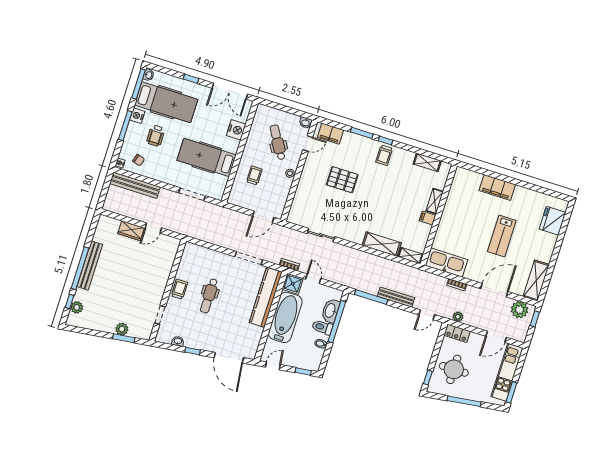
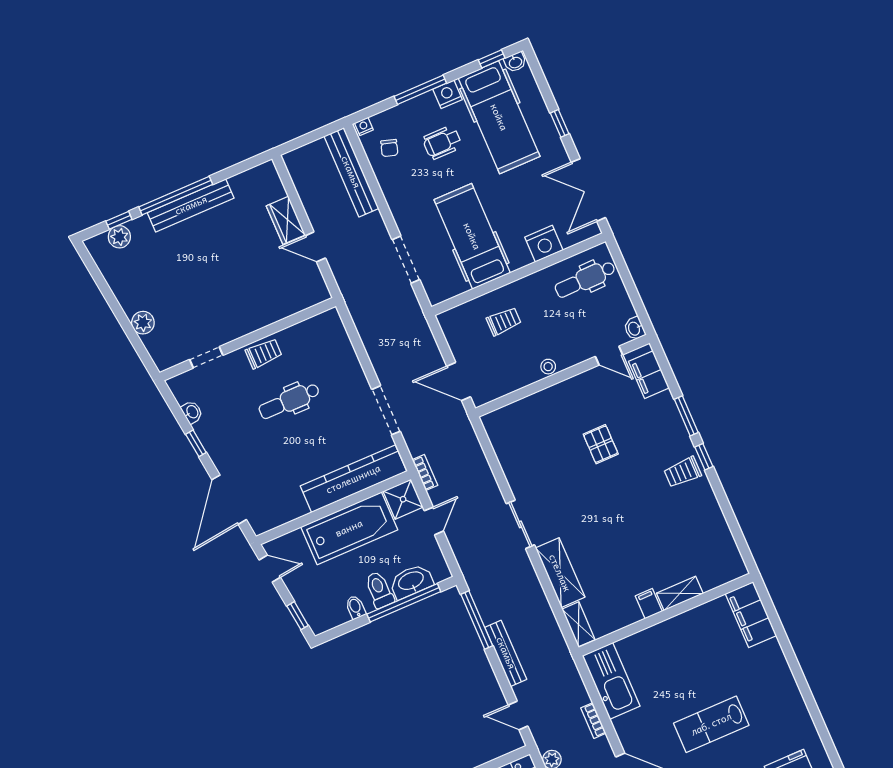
window: (139, 84) -> (492, 59), width x0.46
dental chair: (278, 142) -> (585, 279), moved, turned -150
shelving: (427, 162) -> (723, 538), removed
pallet: (342, 180) -> (601, 444), width x0.67, depth x0.71
filing cabinet: (497, 187) -> (751, 615), moved
sliding door: (321, 235) -> (520, 524), moved
window: (124, 338) -> (133, 336), removed

